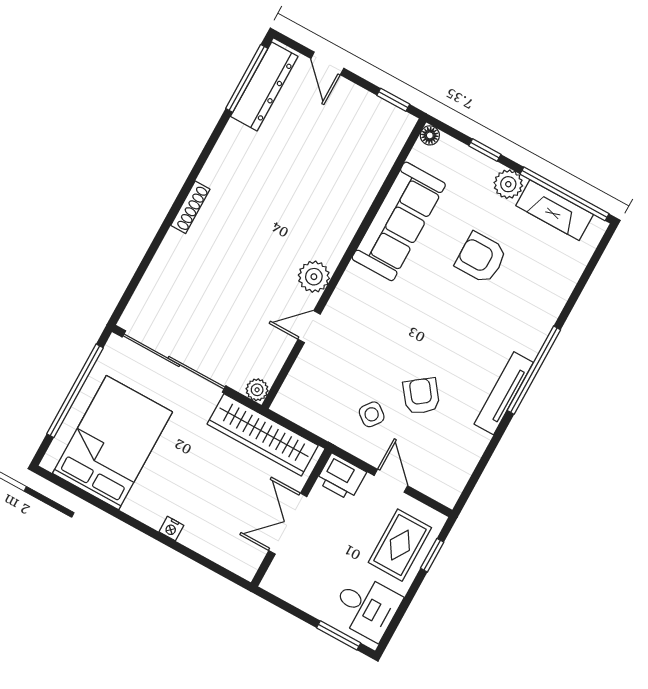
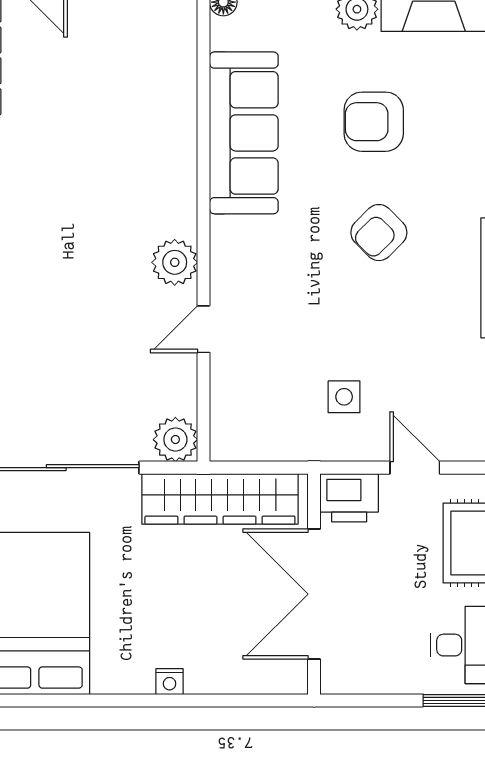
plant: (257, 390) -> (175, 440), width x1.38, depth x1.38
armchair: (421, 396) -> (379, 233), moved, turned -98
side table: (372, 414) -> (344, 397), turned -37
double door: (288, 524) -> (314, 594), width x1.37

